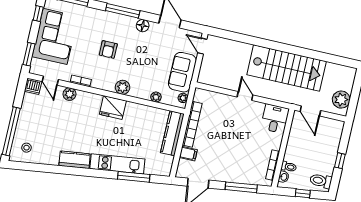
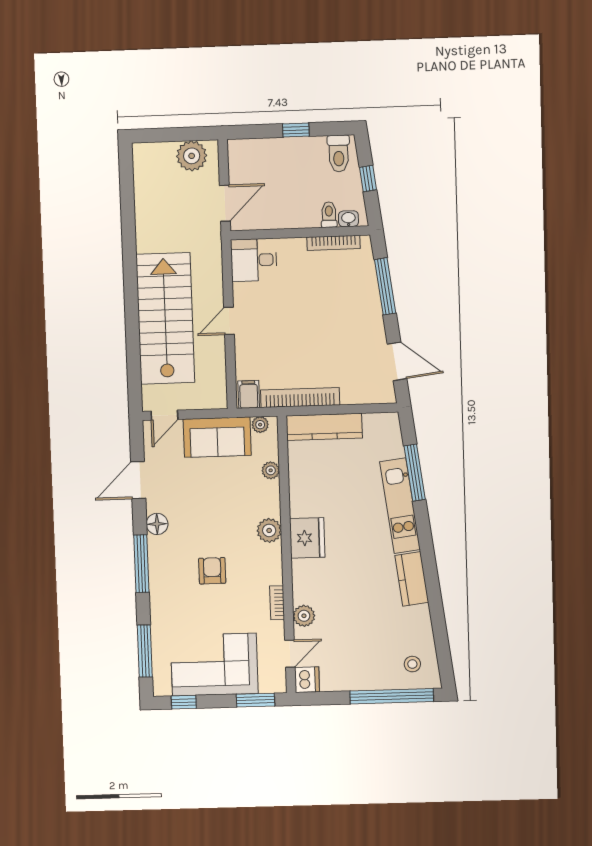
armchair: (108, 49) -> (212, 571), turned -90
stairs: (287, 68) -> (165, 318), moved
filing cabinet: (188, 154) -> (249, 394), moved

